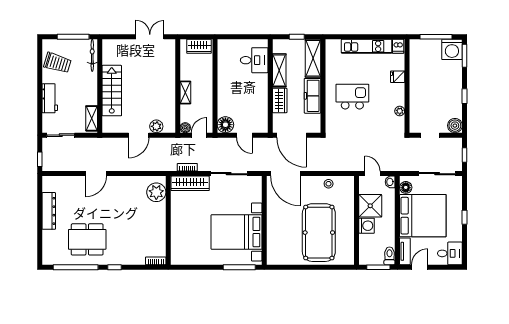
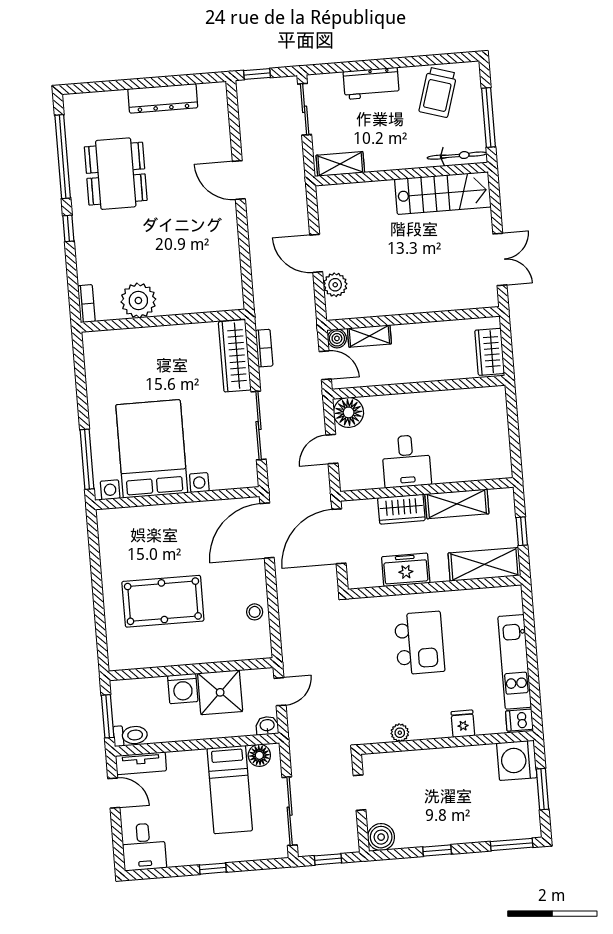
window: (436, 37) -> (543, 789), width x0.69
washing machine: (452, 49) -> (517, 760), moved
desk: (254, 60) -> (406, 461), moved
stairs: (112, 91) -> (443, 193), moved
shelving: (185, 92) -> (369, 336), moved
freezer: (312, 96) -> (406, 570), width x0.71
plant: (156, 192) -> (138, 301), moved
bed: (423, 216) -> (230, 790), width x0.49
pool table: (319, 233) -> (163, 601), width x0.73, depth x0.76

